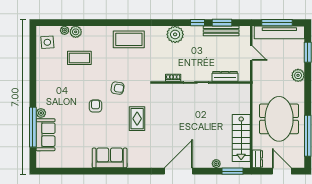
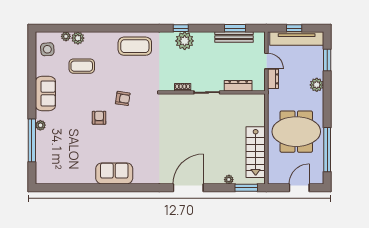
window: (198, 23) -> (181, 28), moved
window: (277, 23) -> (294, 28), width x0.46
rug: (137, 119) -> (144, 131), removed
meeting table: (279, 119) -> (296, 132), turned 90
sofa: (46, 135) -> (45, 93), moved
dresser: (257, 159) -> (273, 79), moved
door: (282, 171) -> (299, 188), hinge flipped

